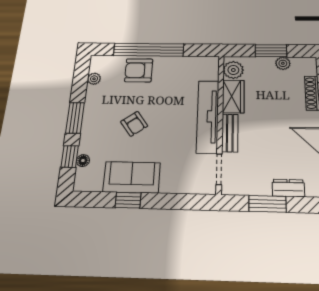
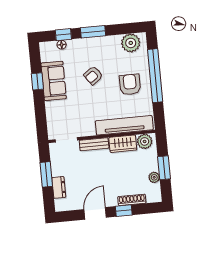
armchair: (139, 70) -> (130, 85), moved
plant: (94, 79) -> (131, 43), width x1.88, depth x1.88
tv unit: (208, 116) -> (124, 125), moved

